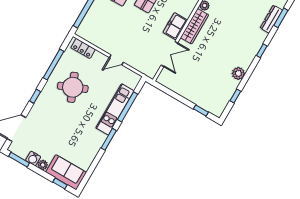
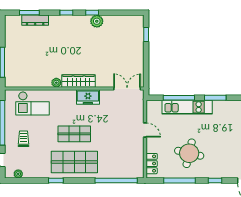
double door: (169, 54) -> (127, 89), moved
round table: (73, 87) -> (189, 153), turned 36
window: (235, 96) -> (92, 13), moved

